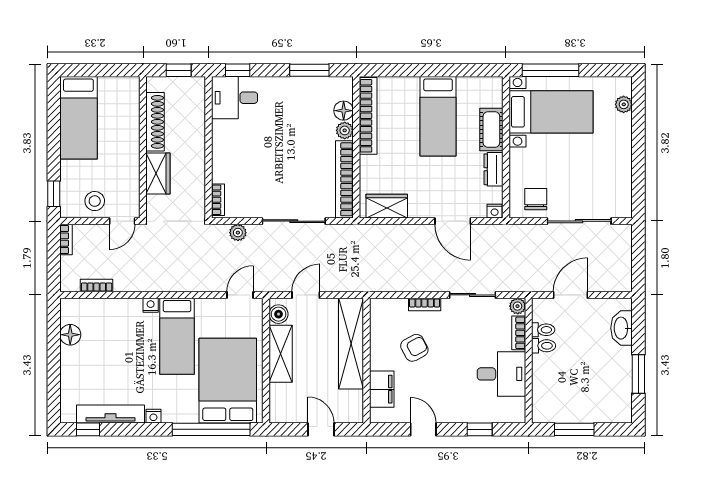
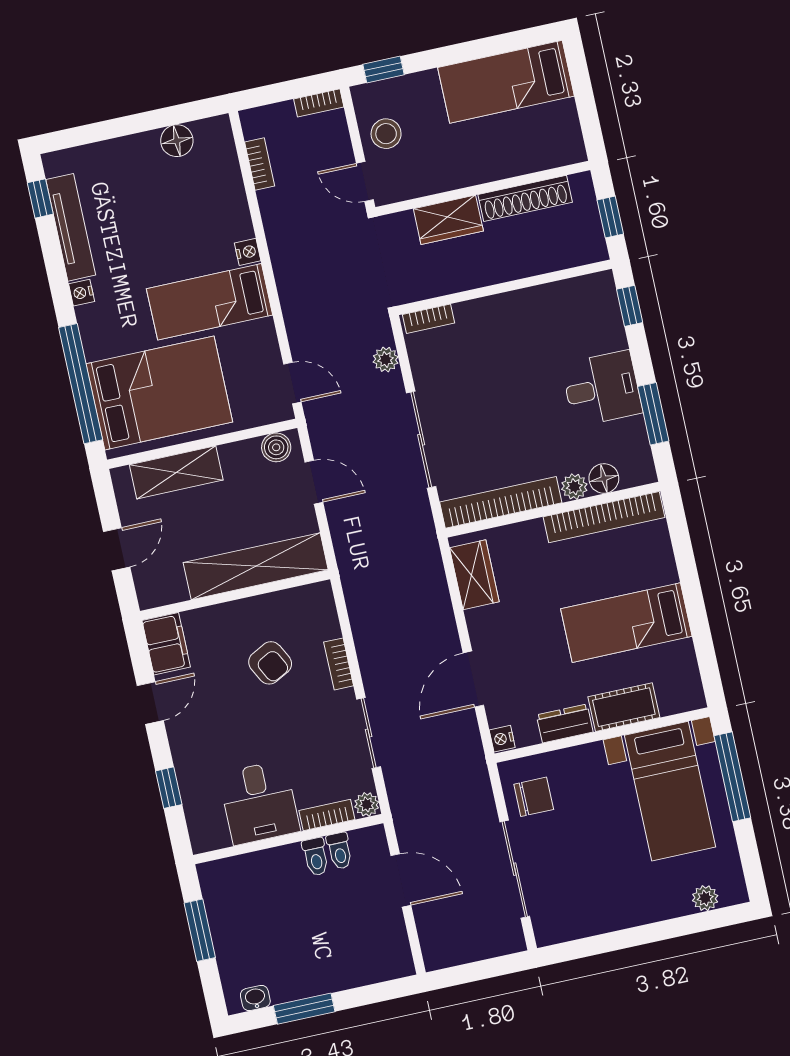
desk: (235, 98) -> (602, 388), moved, turned 90
washbasin: (622, 328) -> (255, 998), moved, width x0.52, depth x0.69
shelving: (281, 354) -> (176, 472), moved
filing cabinet: (382, 389) -> (166, 644), moved, turned -90

